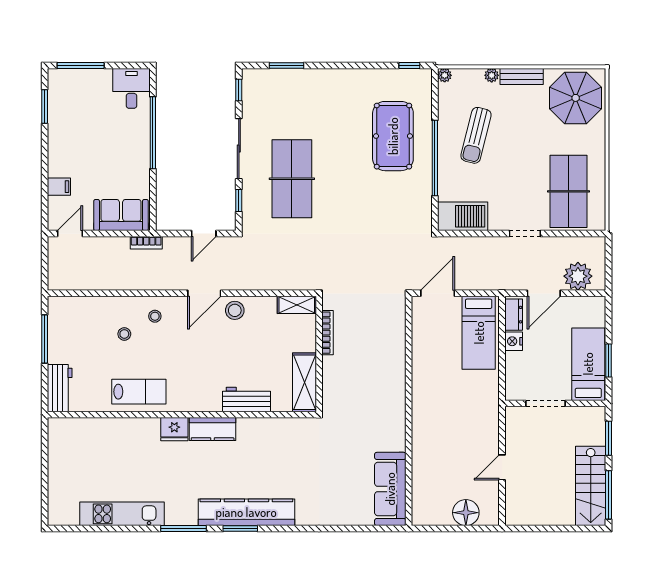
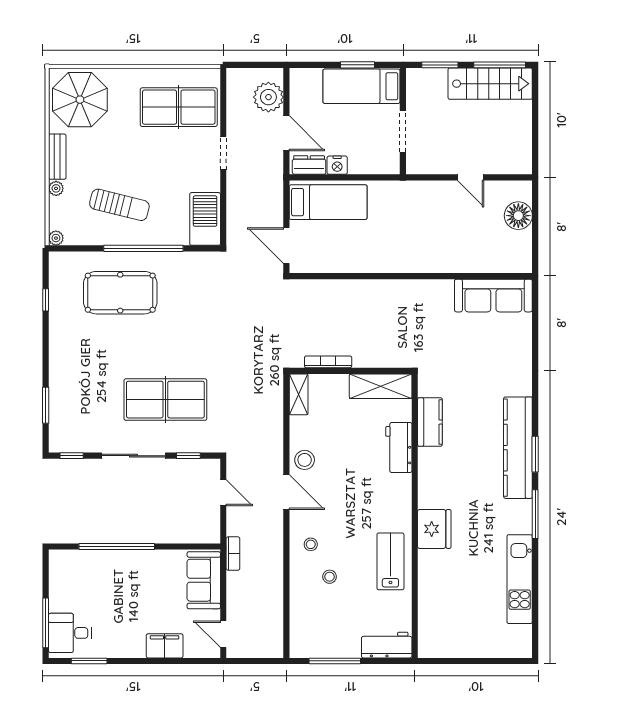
window: (409, 65) -> (46, 300), moved
desk: (131, 88) -> (70, 633), moved
filing cabinet: (59, 187) -> (165, 646), width x2.00
fridge: (174, 429) -> (434, 529), width x1.36, depth x1.34
kitchen counter: (213, 429) -> (430, 422), moved

